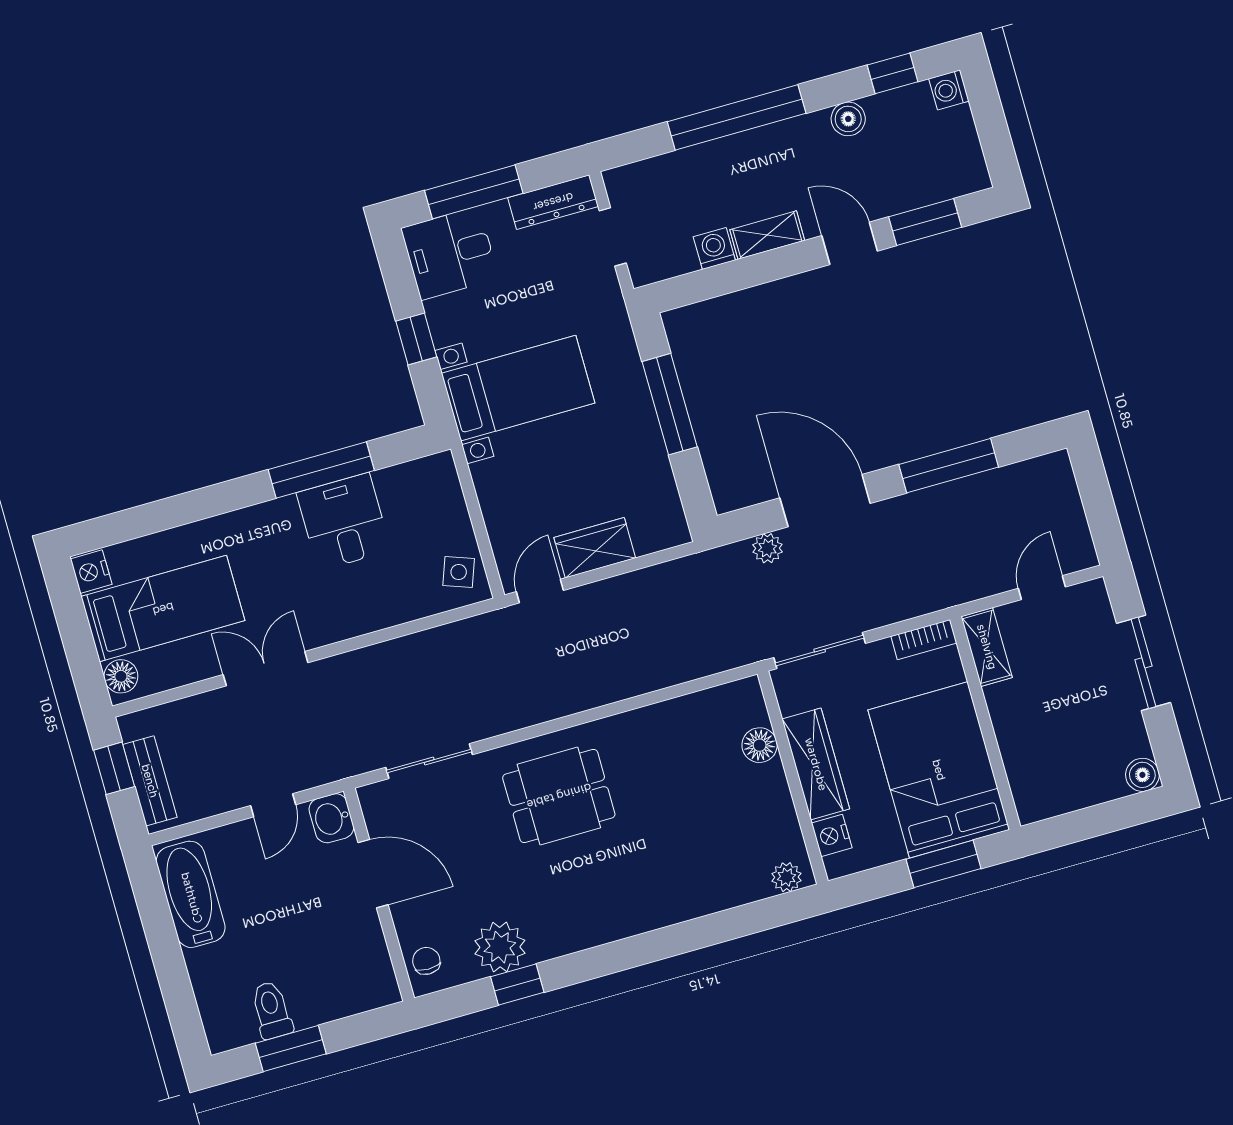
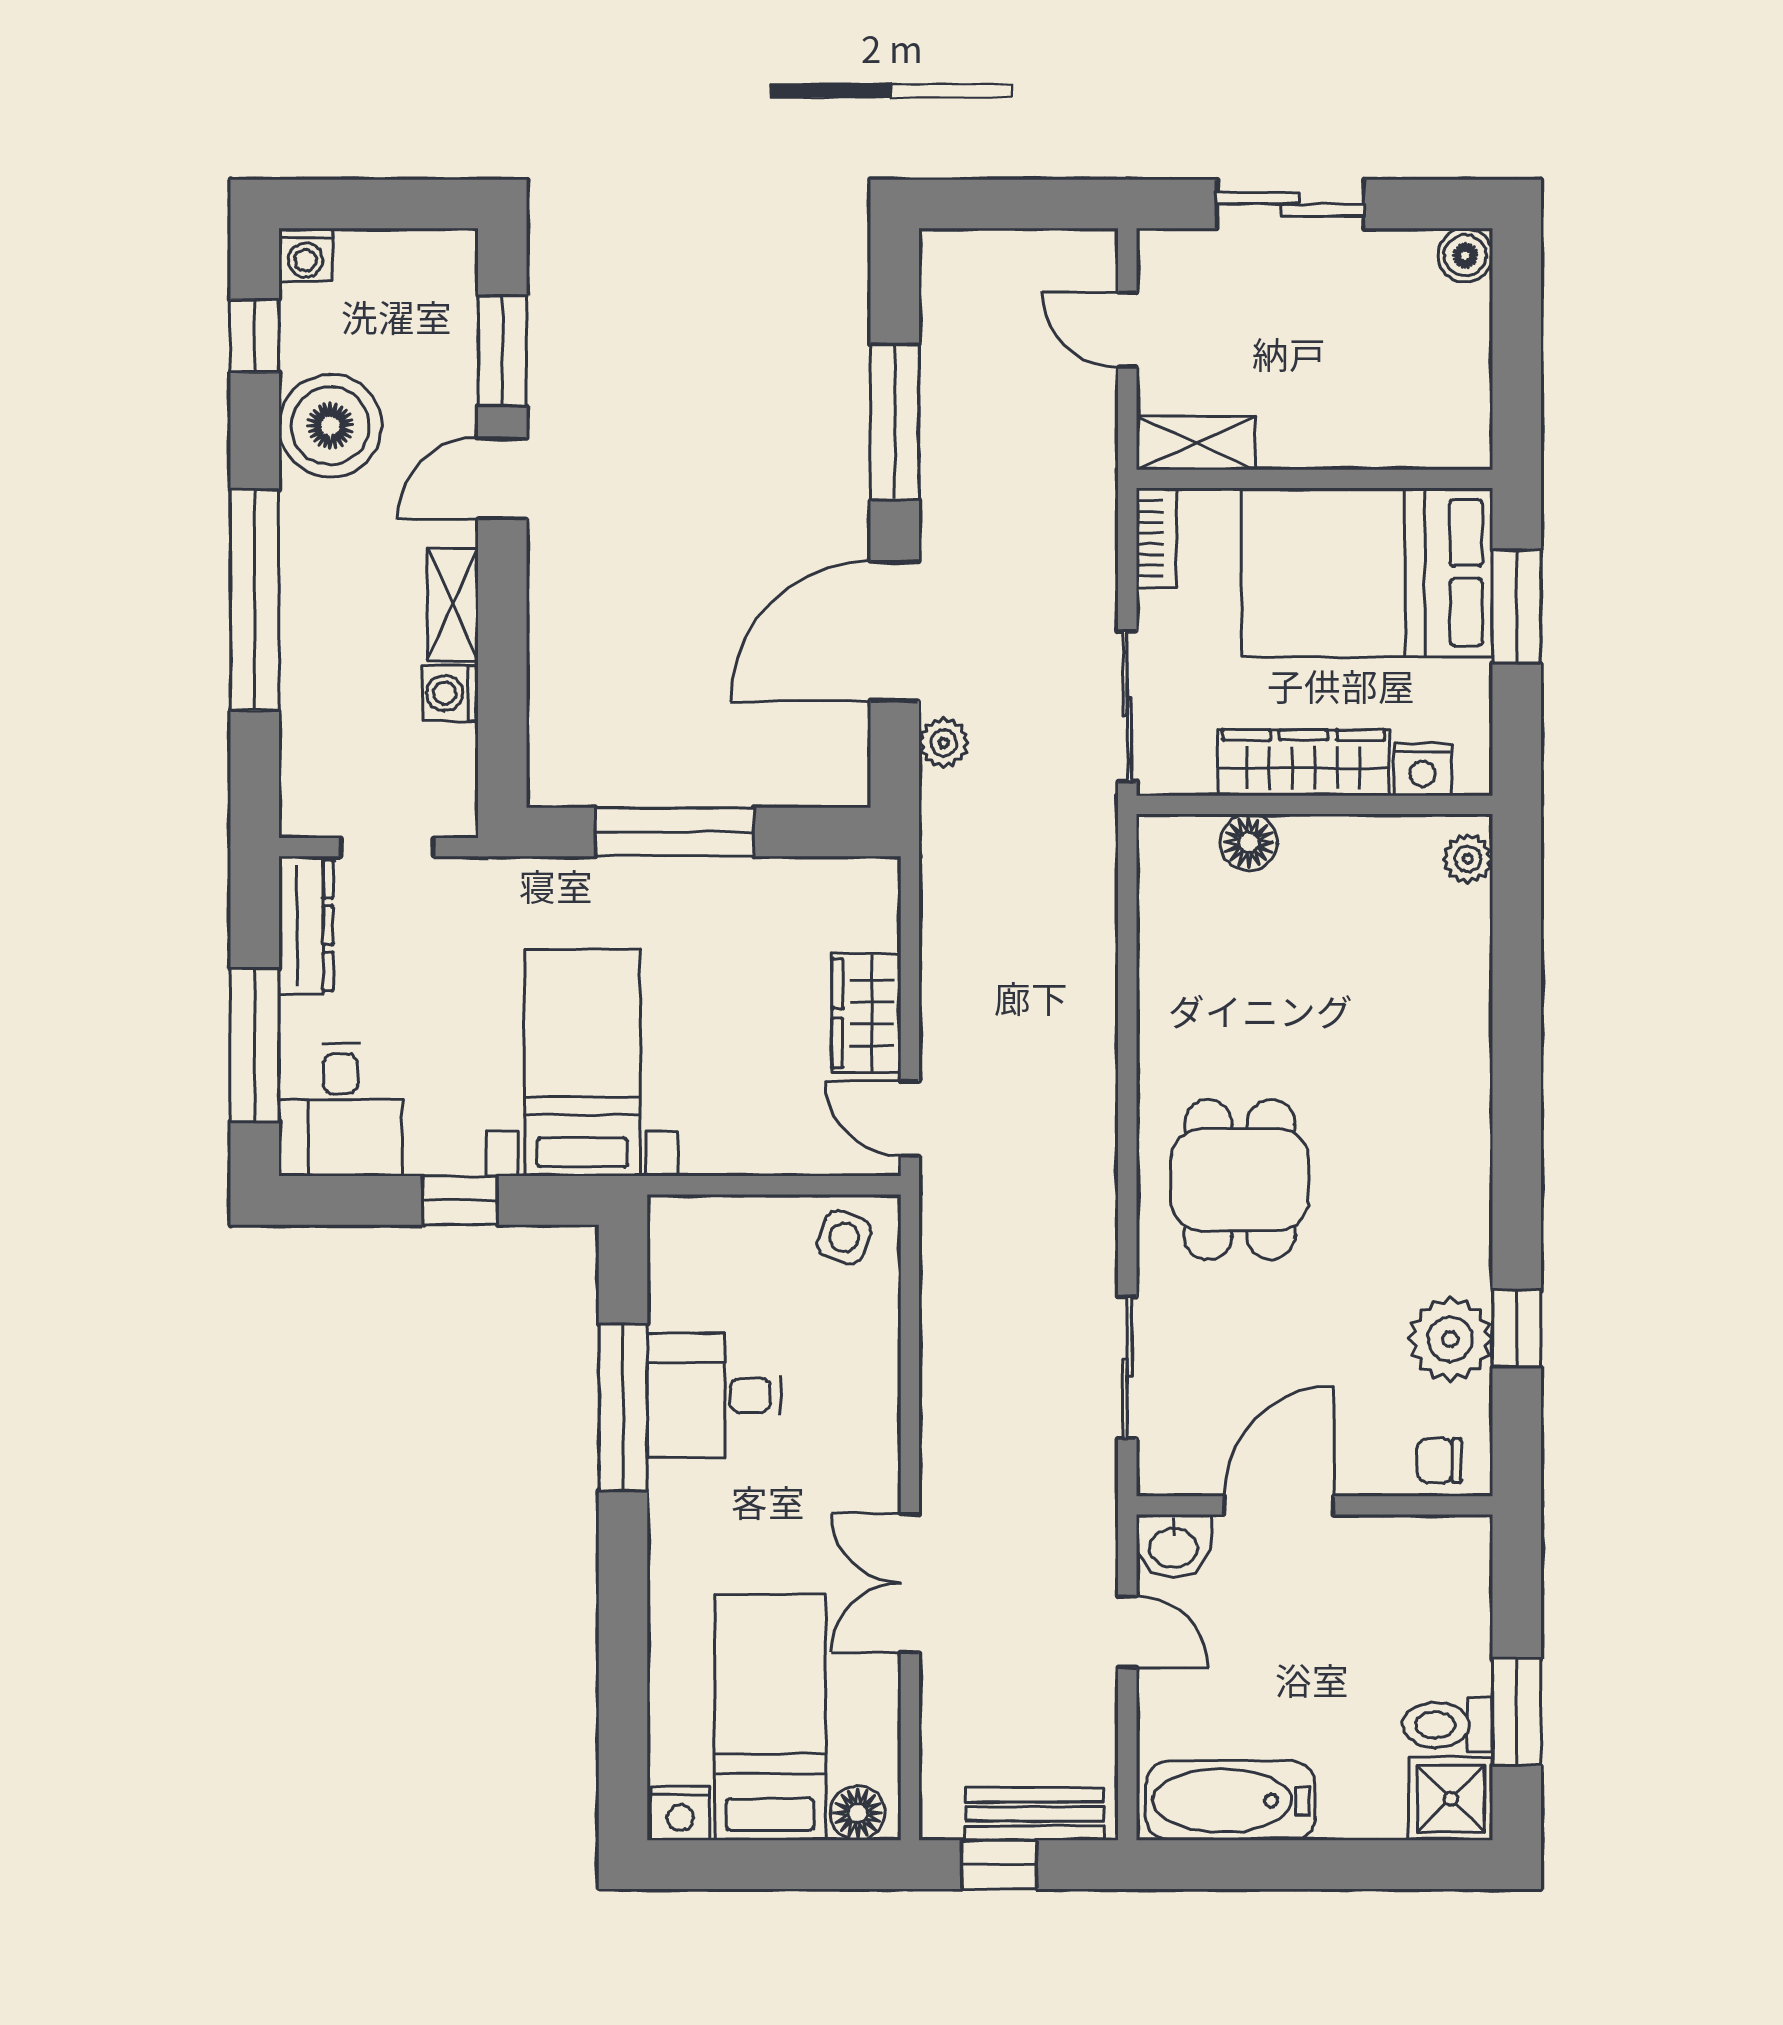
boiler: (848, 119) -> (330, 426), width x1.86, depth x1.86
shower: (229, 1024) -> (1451, 1799), added

